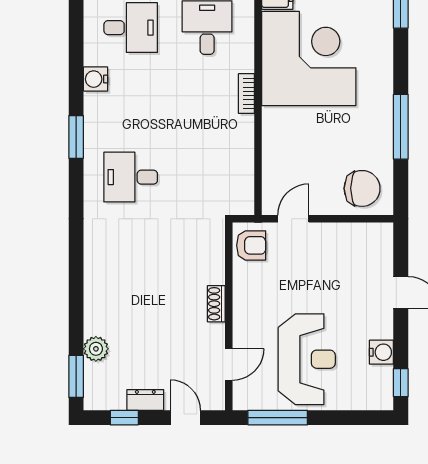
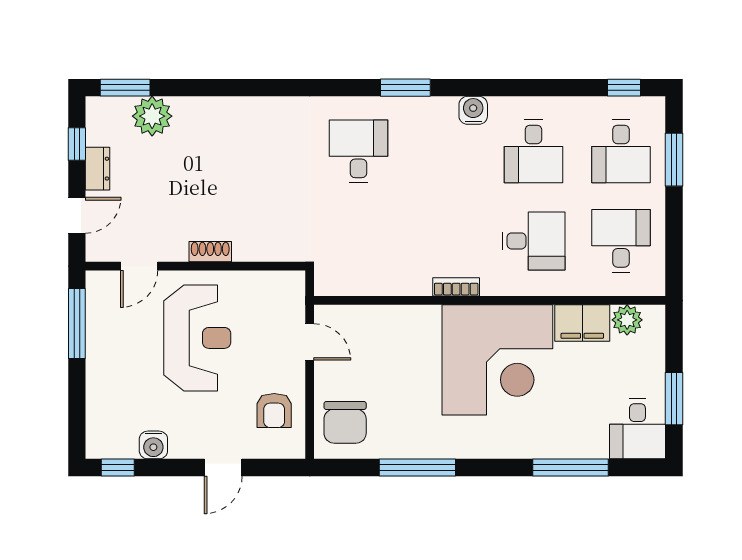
armchair: (251, 245) -> (274, 411), moved
plant: (96, 349) -> (152, 116), width x1.36, depth x1.36
reception desk: (307, 359) -> (197, 338), moved, turned -90
door: (229, 364) -> (139, 266), hinge flipped

